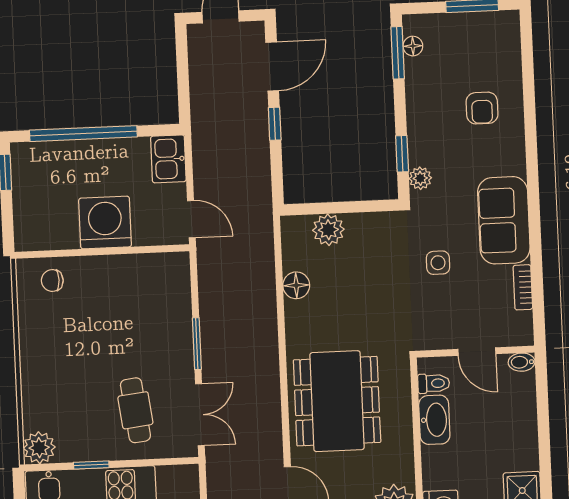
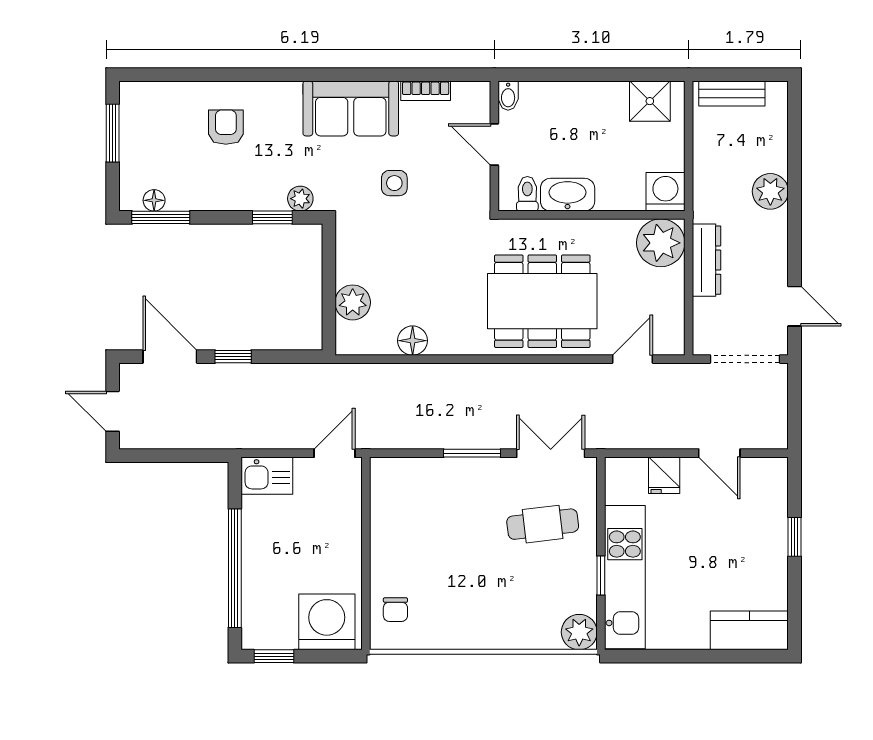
armchair: (482, 108) -> (226, 127), turned -90
washing machine: (105, 223) -> (327, 622), moved, turned 90
door: (477, 352) -> (494, 144), swing flipped

